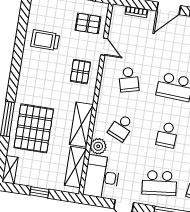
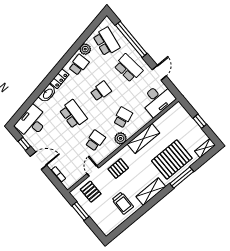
school desk: (121, 128) -> (123, 117), turned -45
plant: (98, 146) -> (121, 138), moved
shelving: (75, 167) -> (151, 192), moved

